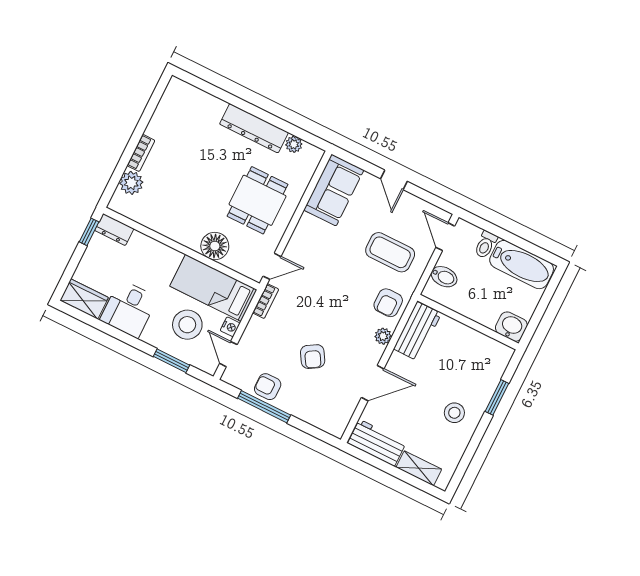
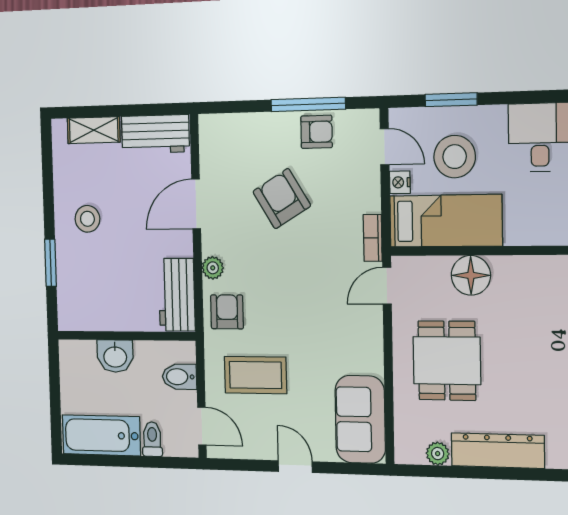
washbasin: (511, 327) -> (115, 356), moved
armchair: (313, 357) -> (282, 199), width x1.38, depth x1.38

